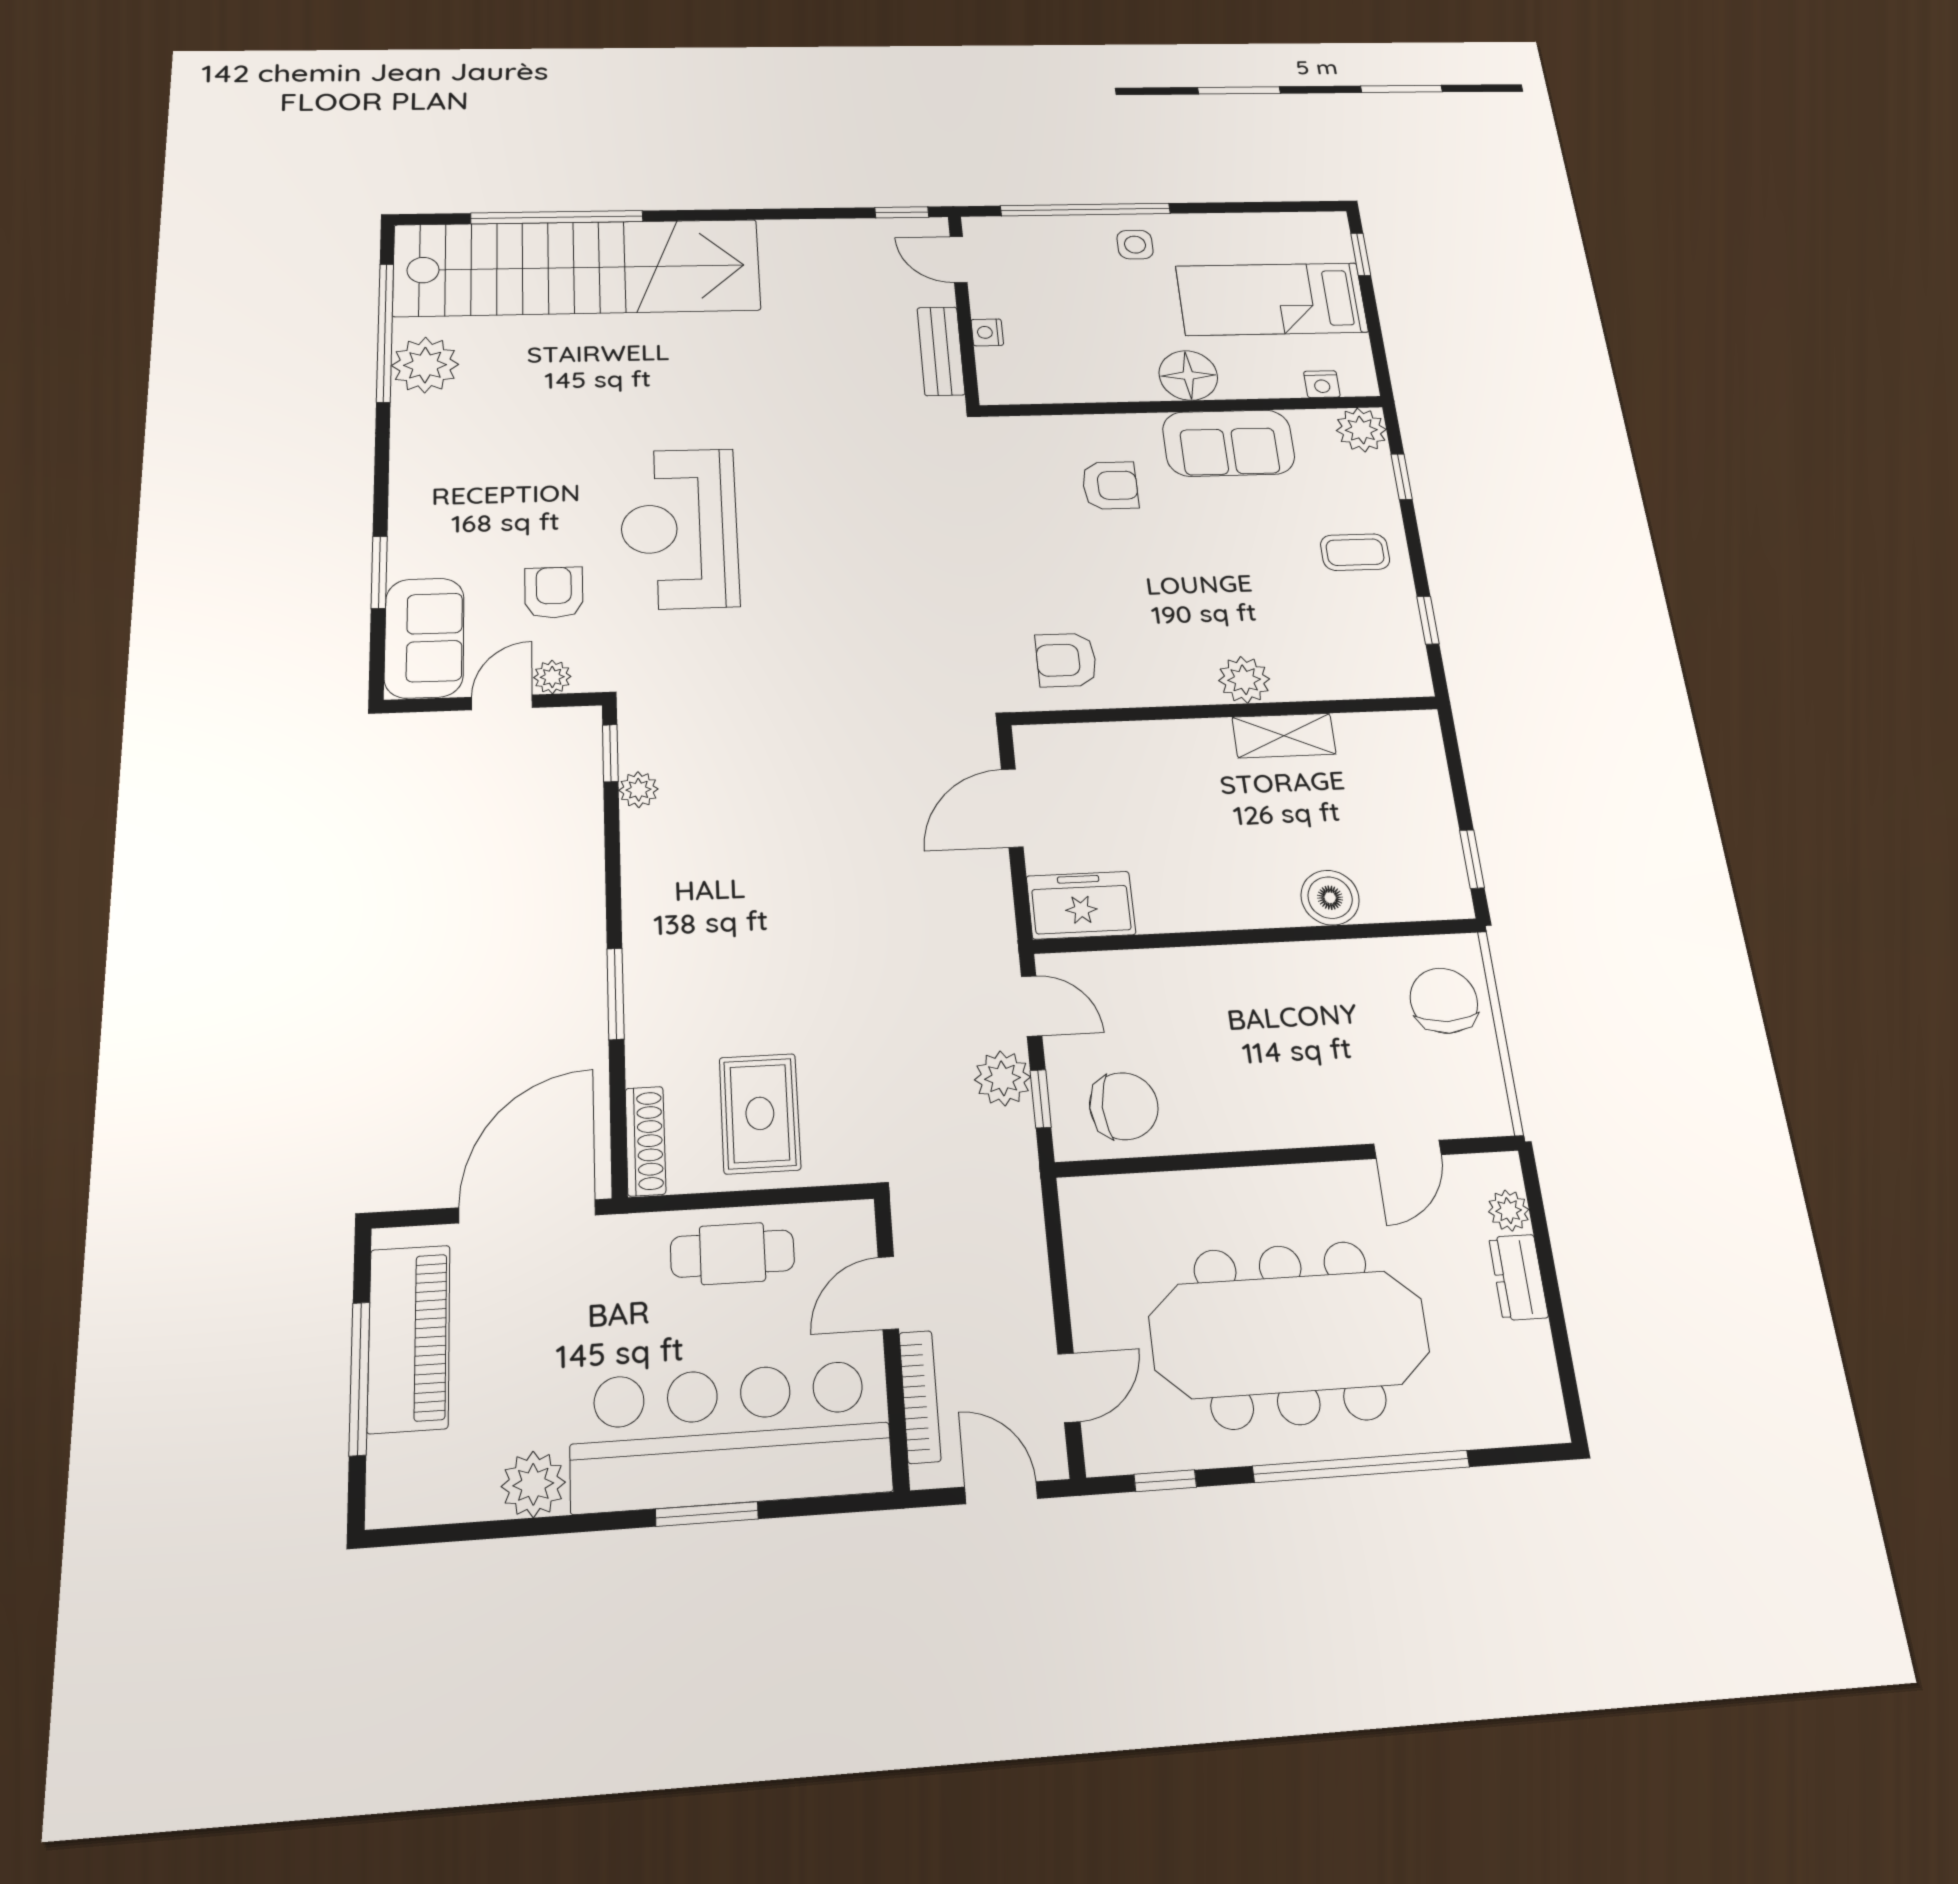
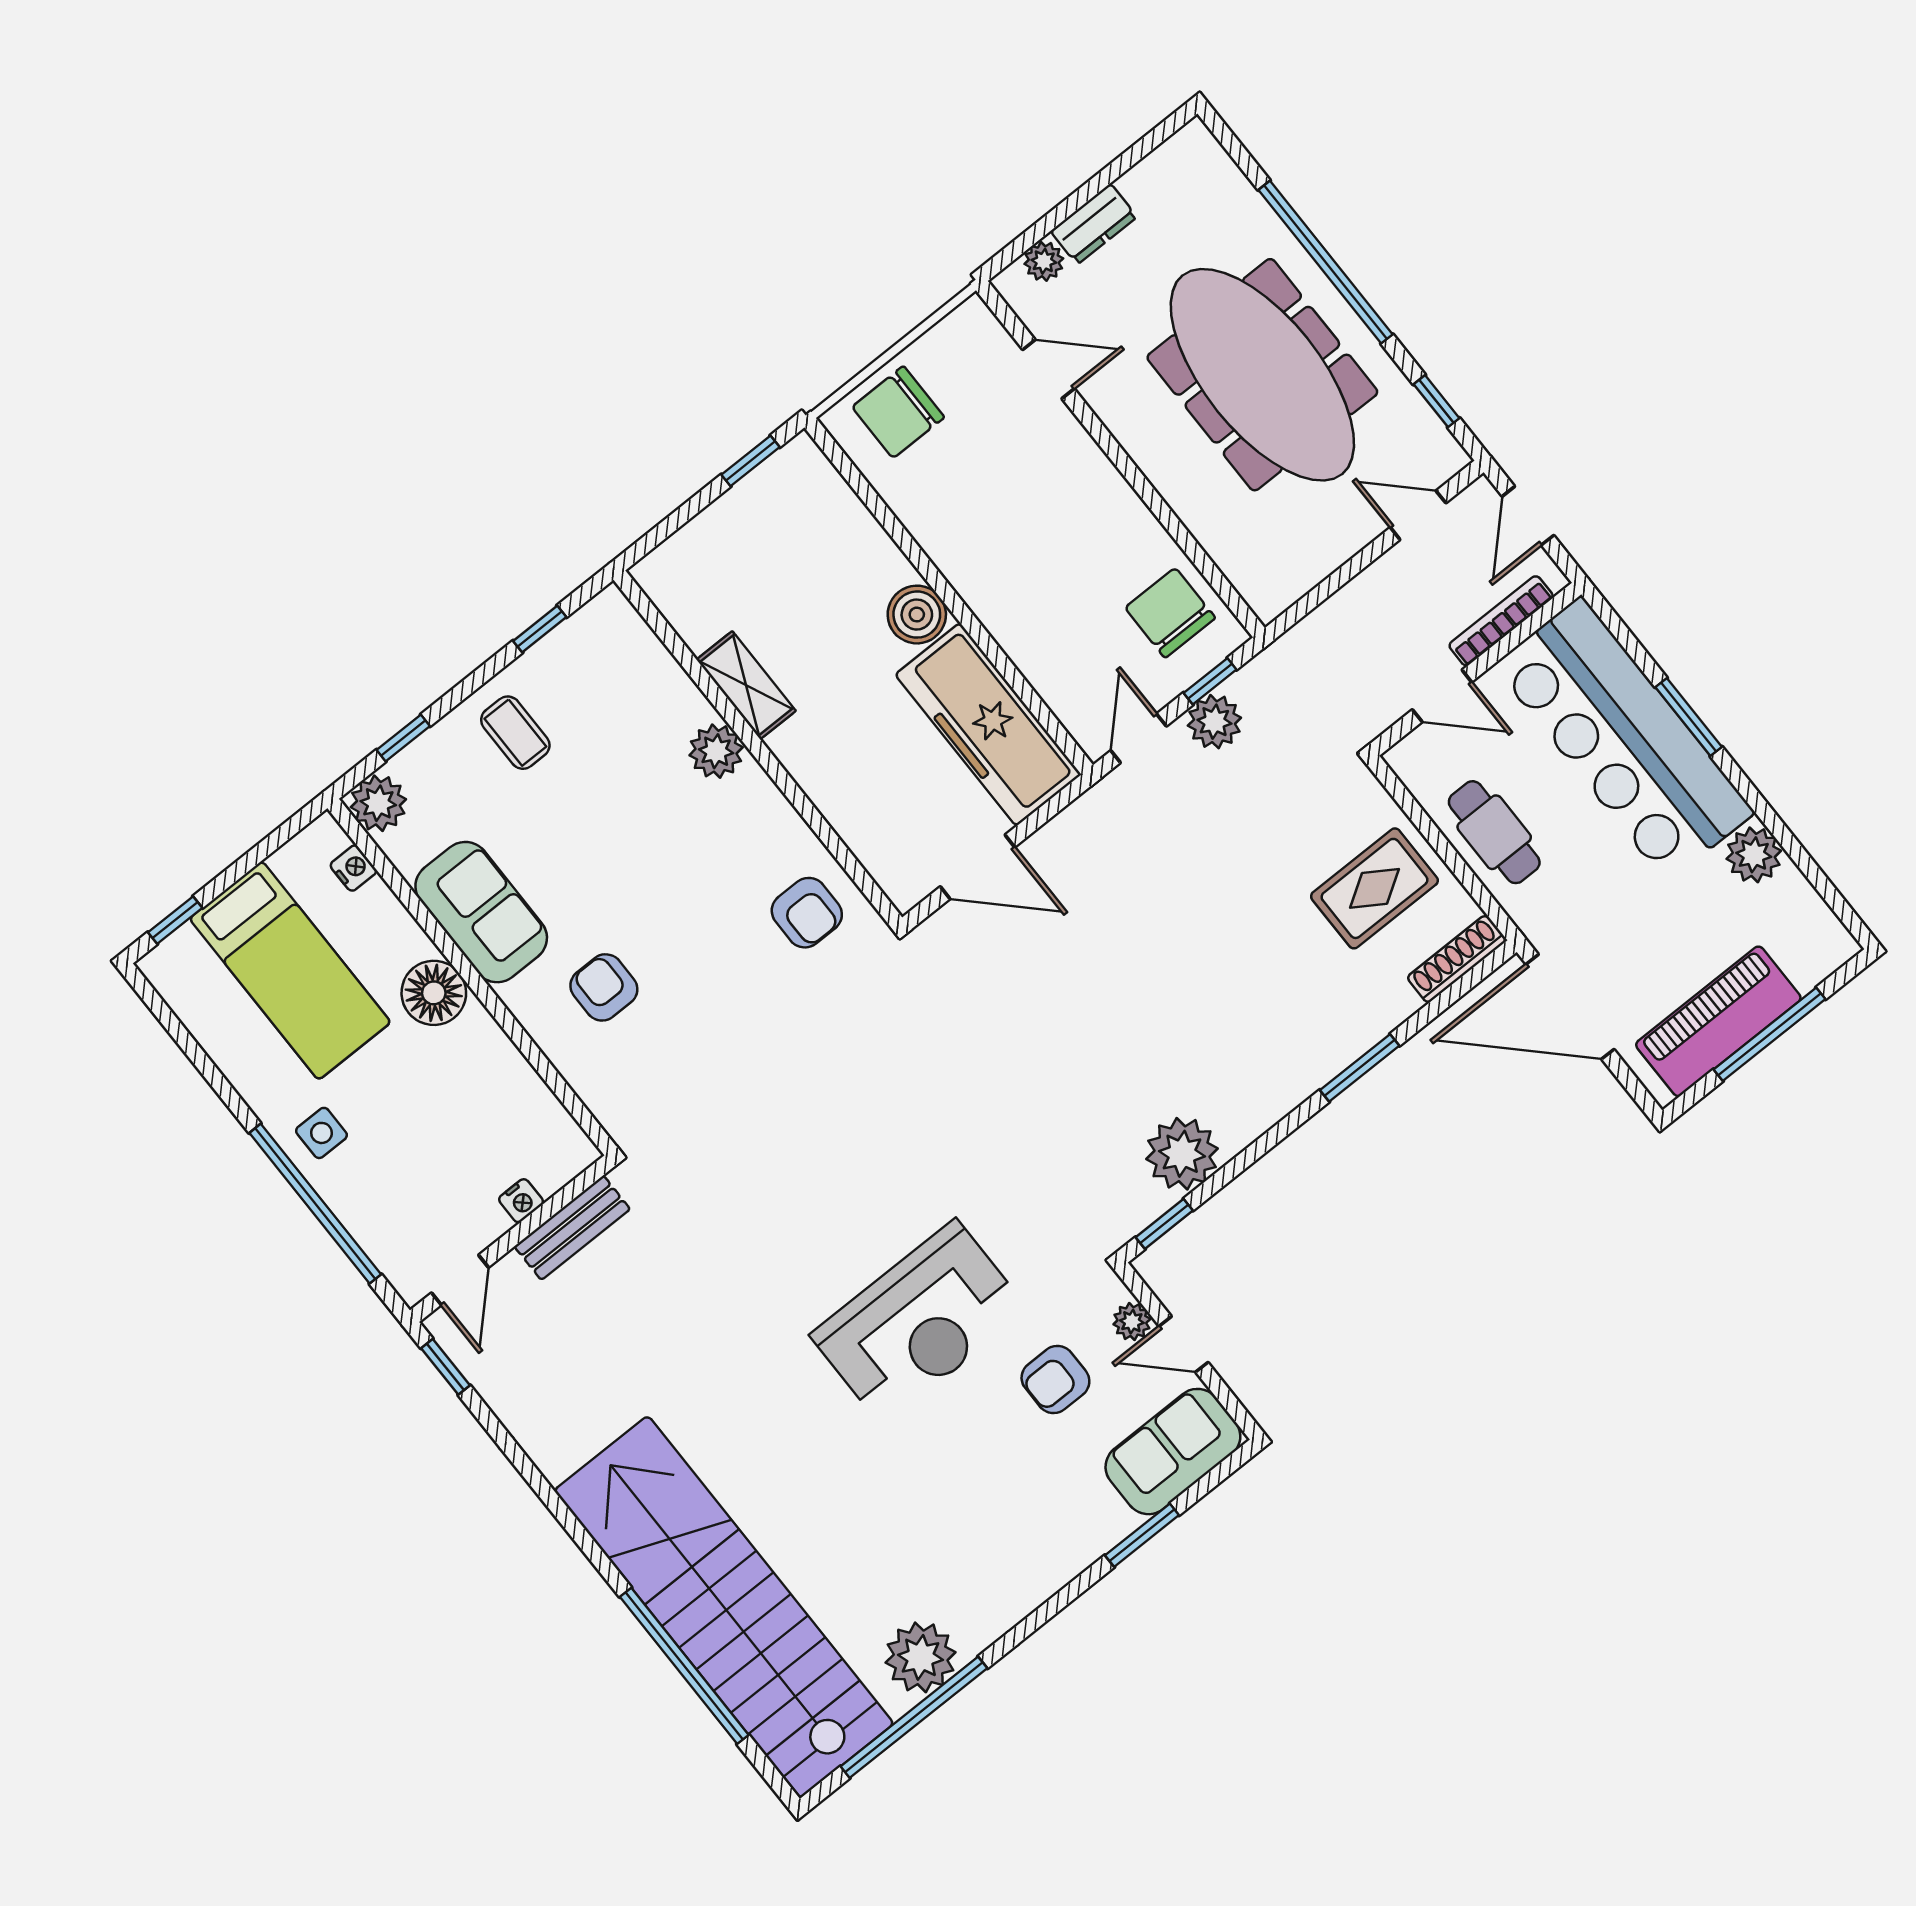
plant: (638, 790) -> (1182, 1154), width x1.88, depth x1.88
boiler: (1330, 898) -> (917, 615), moved
freezer: (1081, 905) -> (988, 724), width x1.91, depth x1.26

